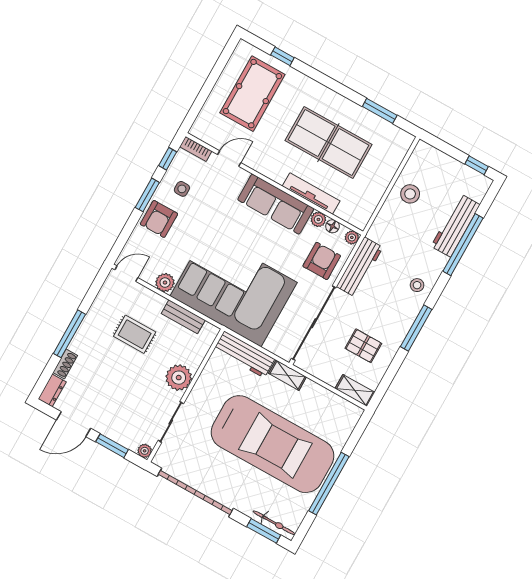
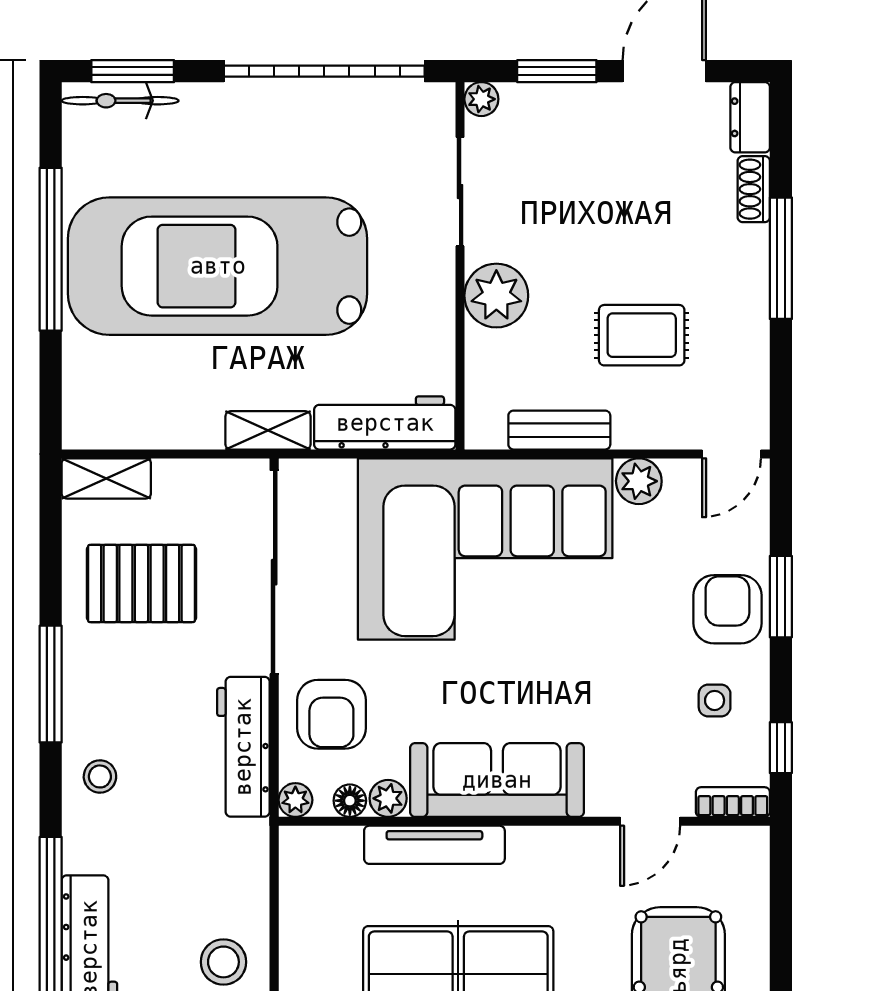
window: (147, 195) -> (781, 597), moved
pallet: (363, 346) -> (141, 583), width x1.50, depth x1.42

